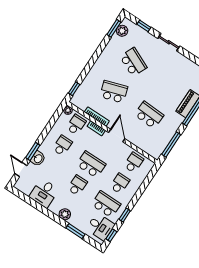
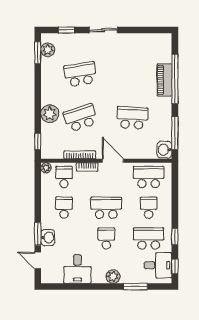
school desk: (133, 62) -> (80, 74), turned -33
plant: (95, 75) -> (50, 114), added
washbasin: (157, 151) -> (164, 150), added
school desk: (134, 163) -> (149, 177), width x1.85

